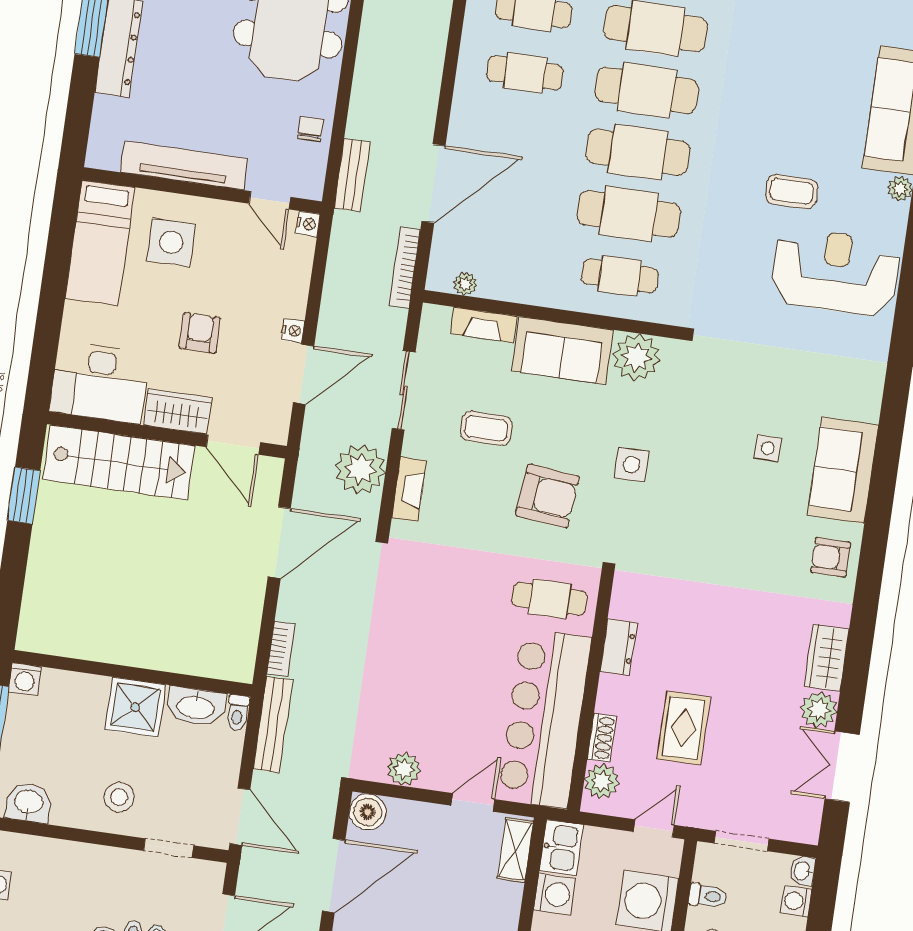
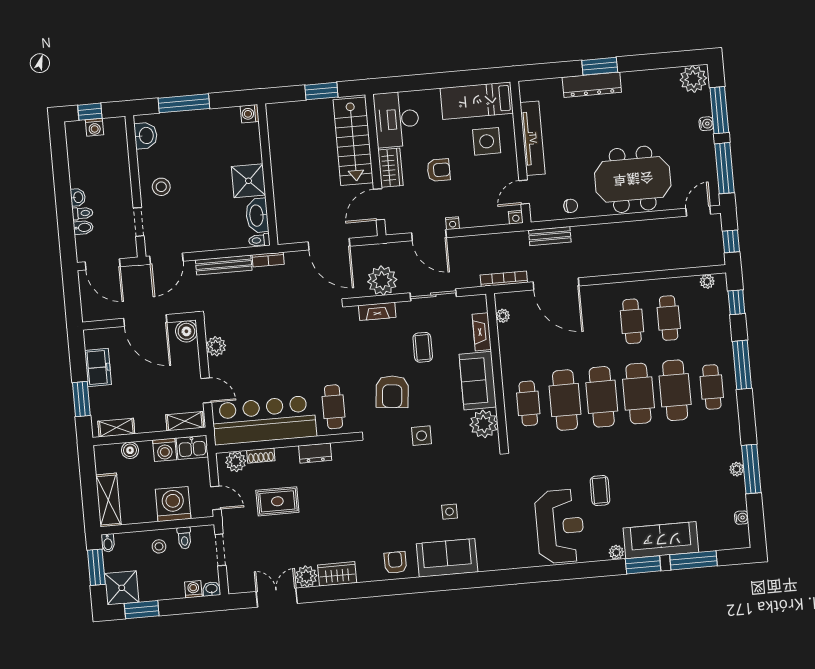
wall: (132, 673) -> (268, 175), moved
washing machine: (25, 679) -> (250, 114), moved
shower: (135, 707) -> (249, 181), moved
washbasin: (196, 707) -> (257, 216), moved
toilet: (238, 713) -> (259, 240), moved

